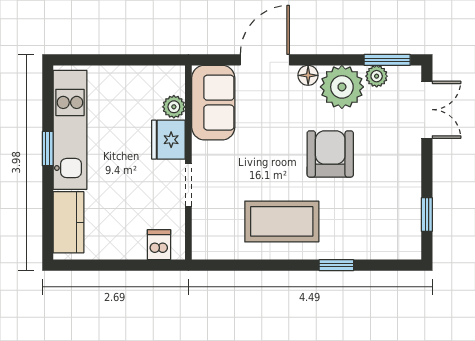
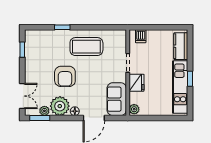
plant: (174, 107) -> (134, 109), moved
double door: (427, 110) -> (22, 96), swing flipped

